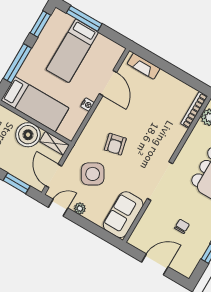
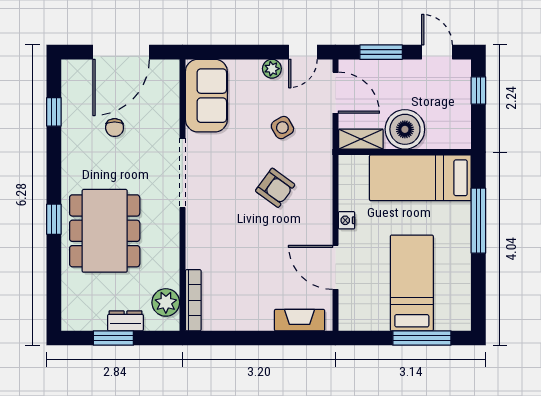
window: (40, 24) -> (478, 294), removed
armchair: (115, 144) -> (275, 188), turned 139
side table: (93, 174) -> (282, 128), width x0.54, depth x0.54
door: (155, 264) -> (121, 52), width x1.36

